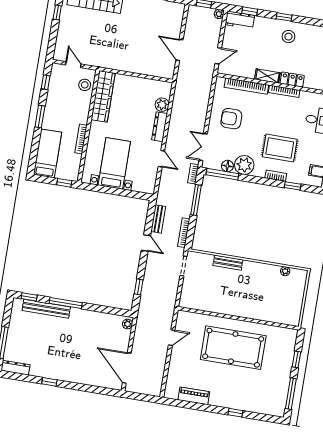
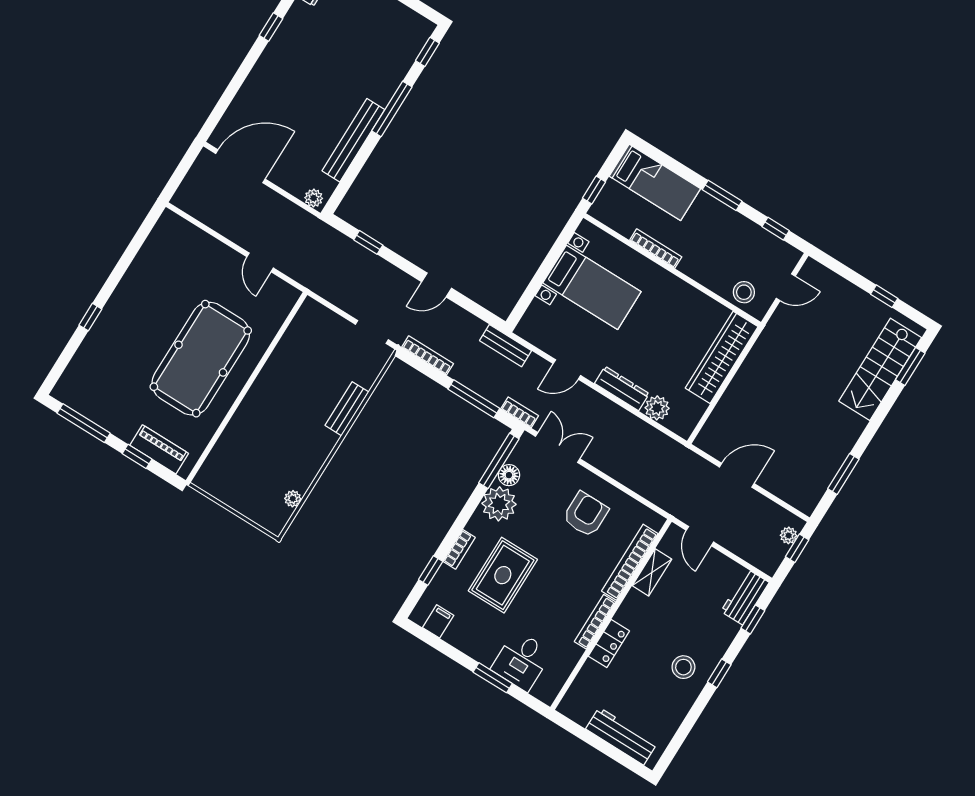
plant: (219, 14) -> (789, 535), moved
shelving: (267, 76) -> (652, 572), moved
wardrobe: (103, 96) -> (722, 357), moved, turned 90
bench: (158, 219) -> (506, 346), moved
bench: (46, 309) -> (353, 140), moved
piano: (194, 396) -> (159, 449), moved, turned -90

